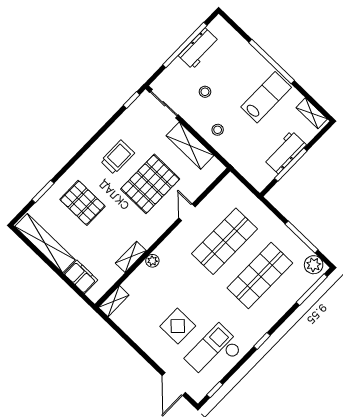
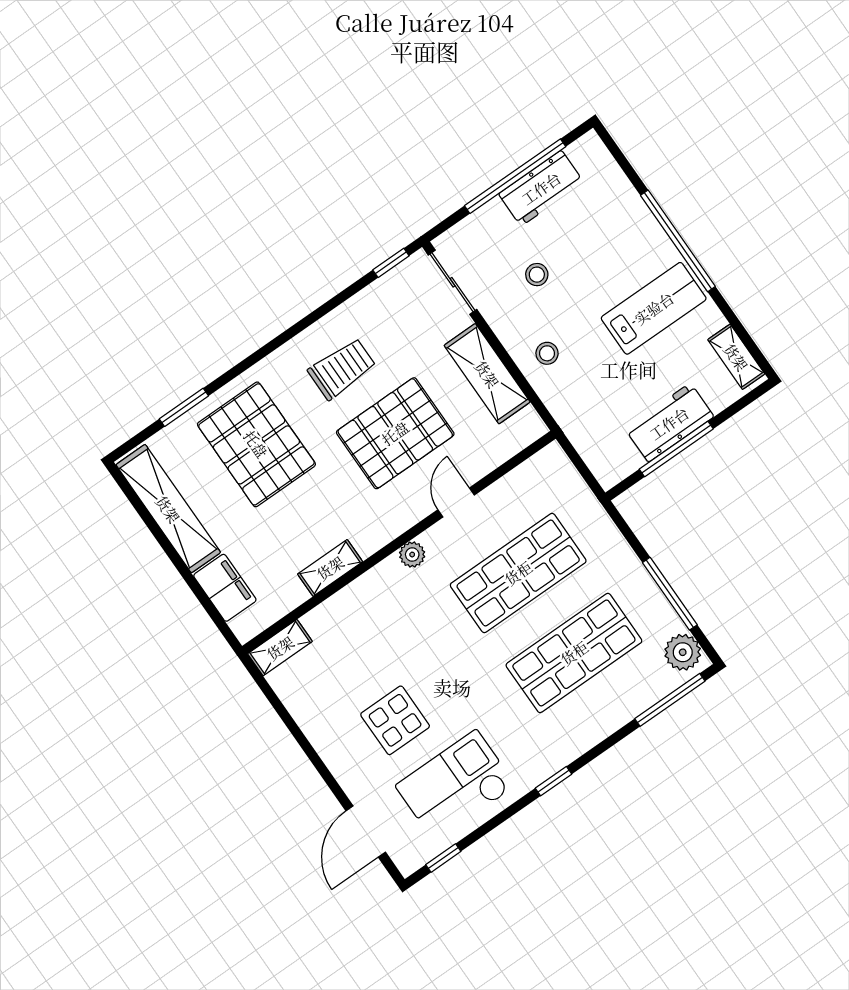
pallet: (83, 203) -> (256, 444), width x1.37, depth x1.41
plant: (152, 261) -> (412, 555), moved

